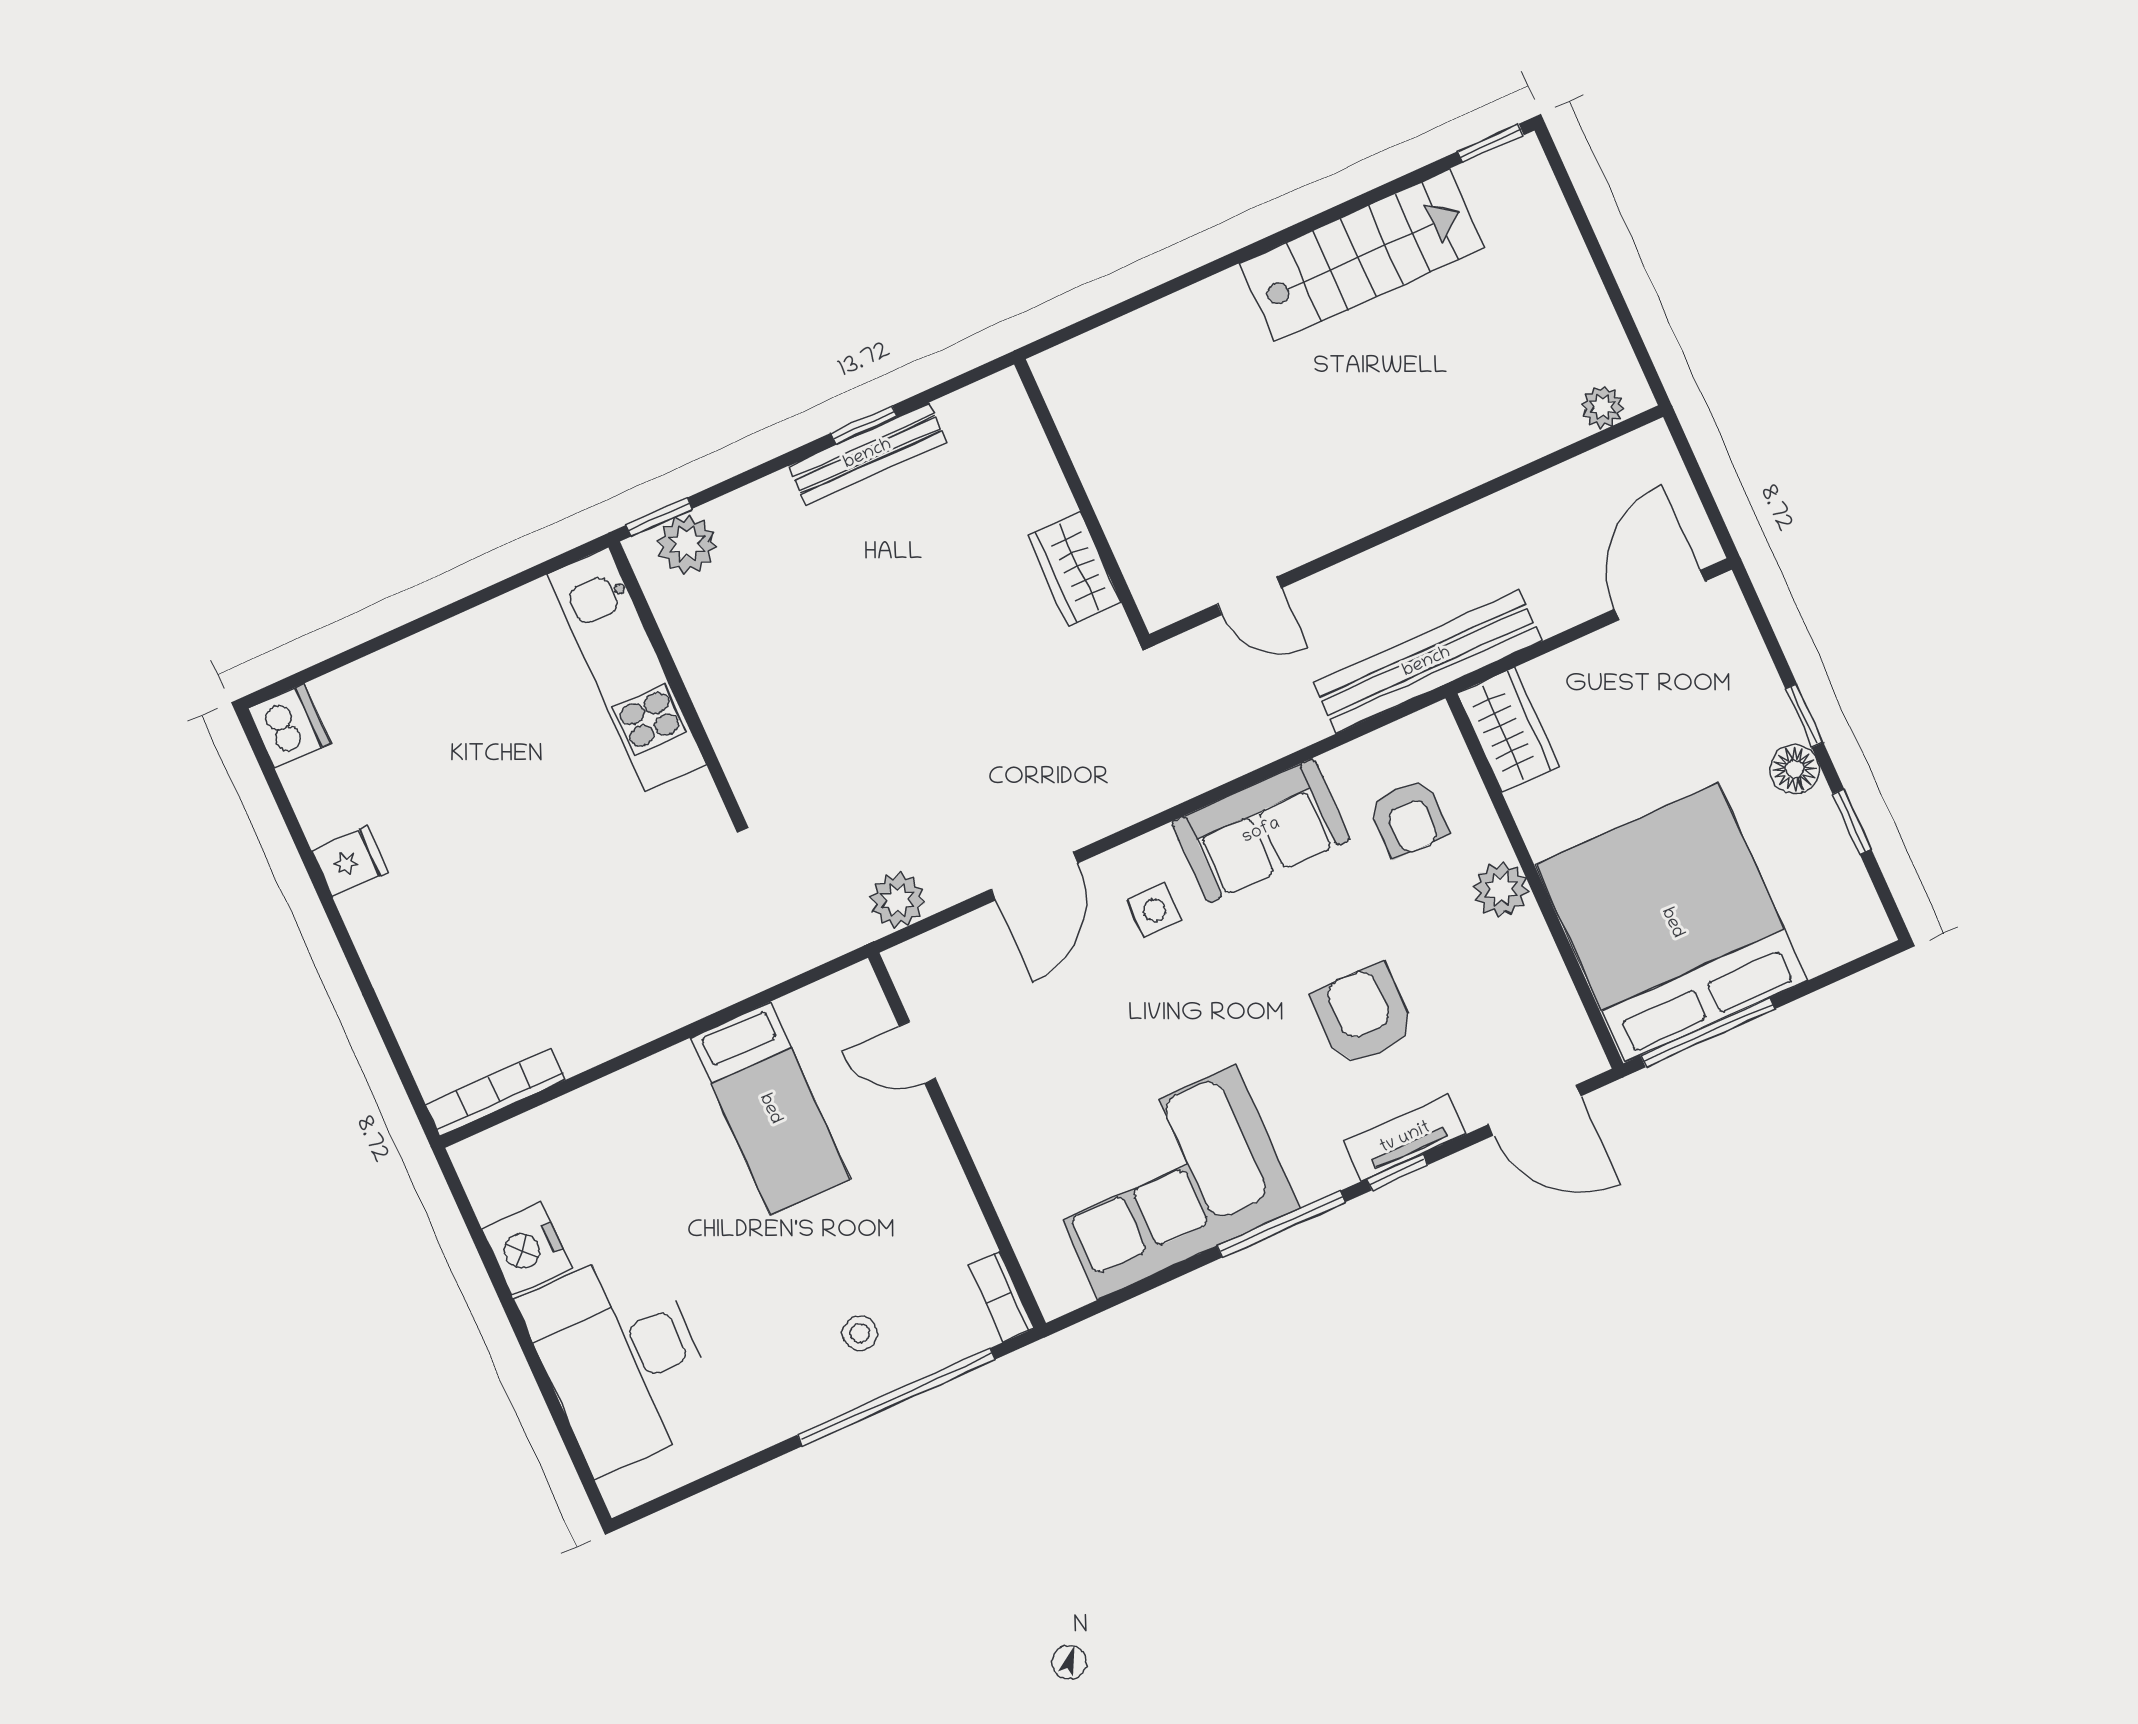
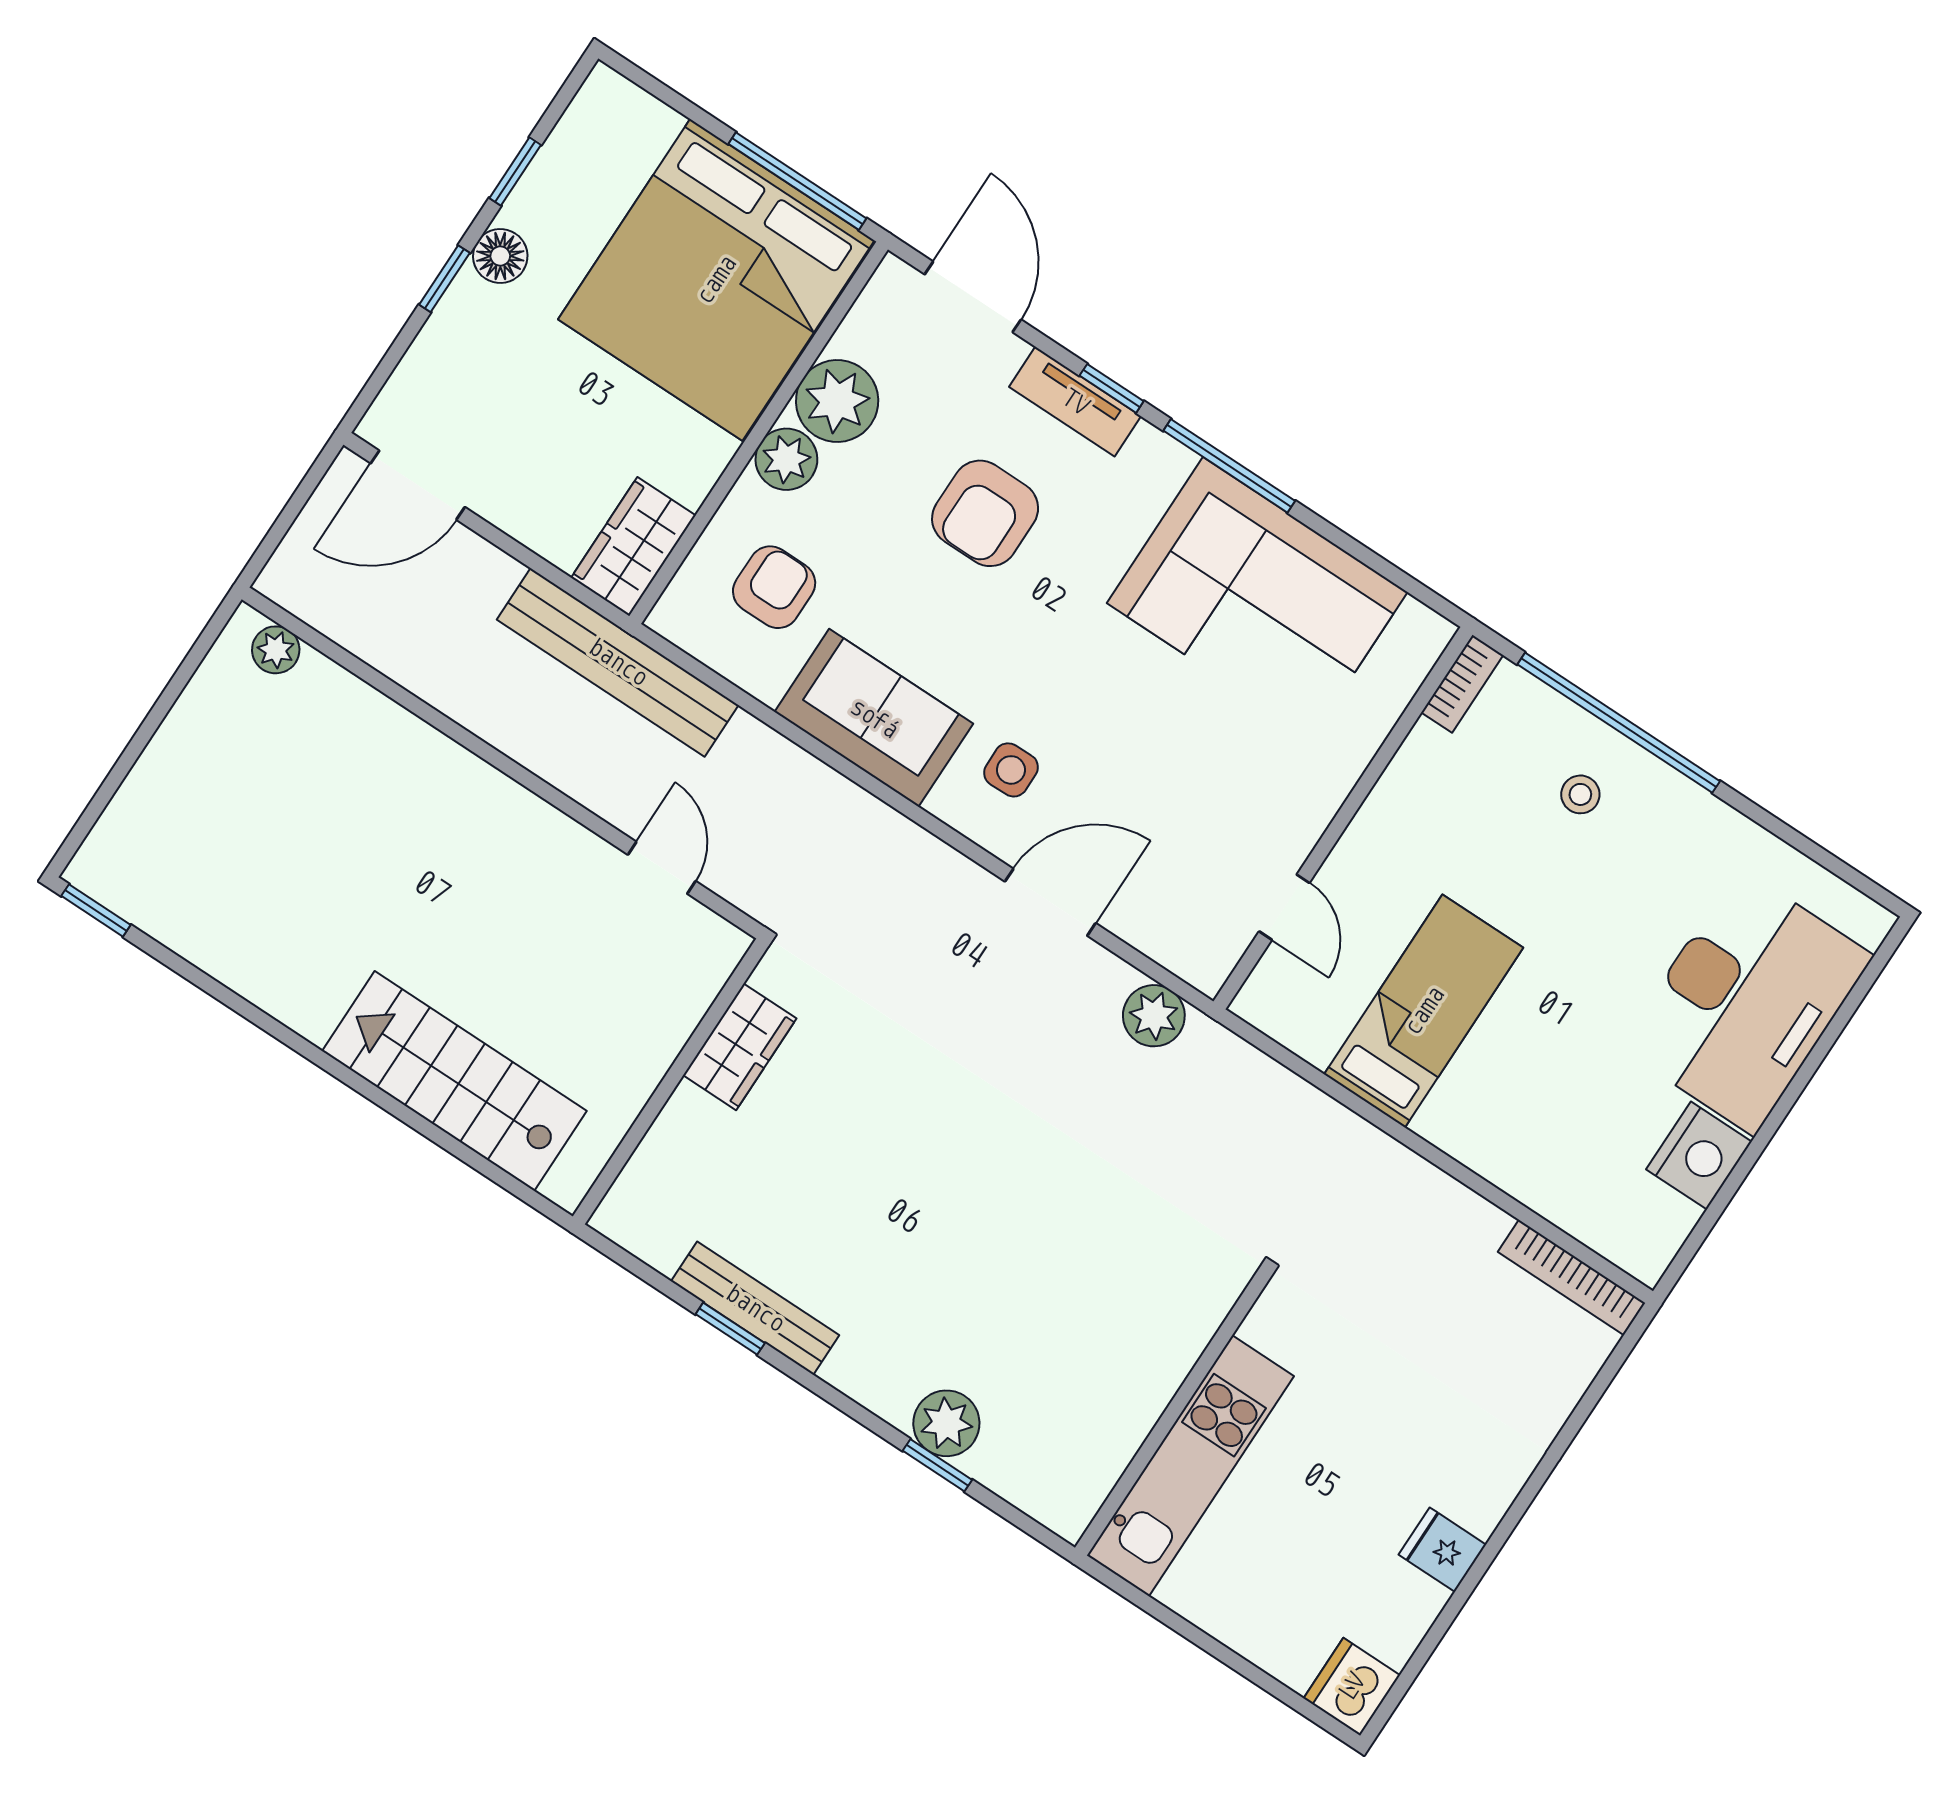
stairs: (1362, 256) -> (454, 1081), moved
kitchen unit: (627, 669) -> (1191, 1466), moved
wall: (676, 681) -> (1173, 1413), moved
plant: (1521, 956) -> (837, 401), added

